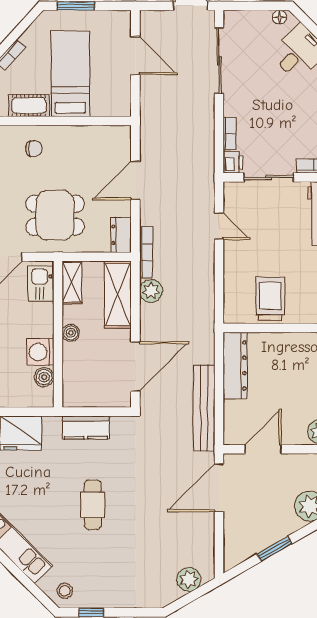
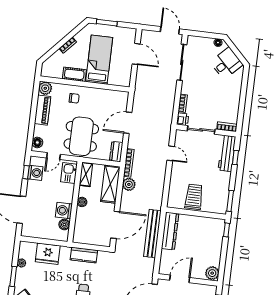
dining table: (55, 215) -> (81, 136), width x1.38
bench: (204, 408) -> (152, 234), moved

